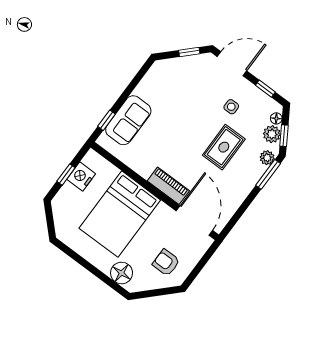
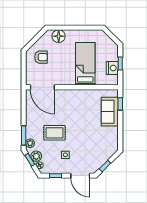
door: (232, 64) -> (80, 176), hinge flipped
rug: (224, 147) -> (55, 133), turned 90
piano: (168, 186) -> (67, 95), removed
bed: (120, 214) -> (85, 64), width x0.67

